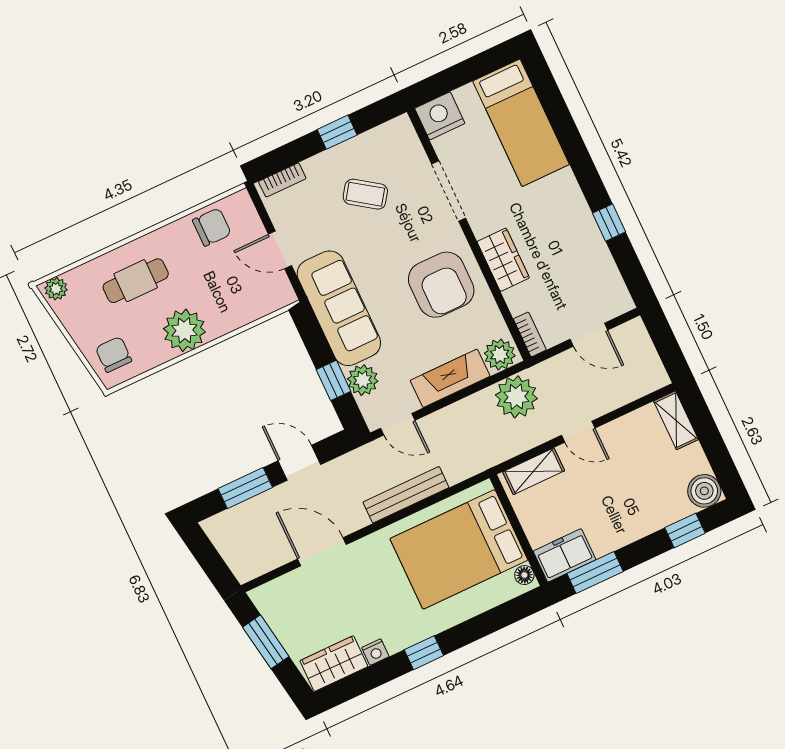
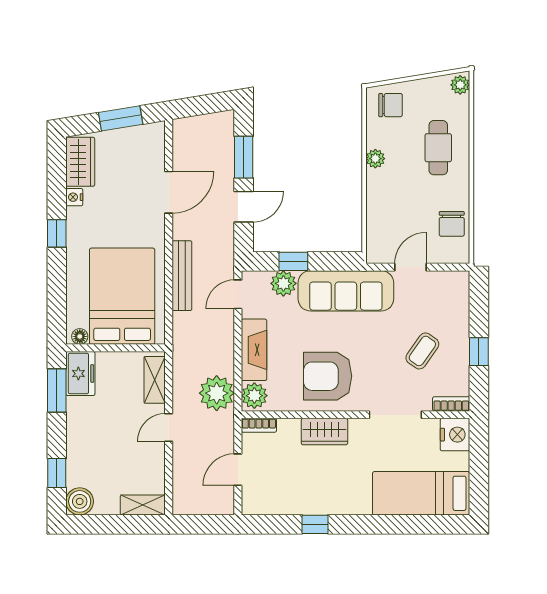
bookcase: (282, 180) -> (451, 404), moved, turned 90
plant: (184, 330) -> (375, 159), width x0.53, depth x0.53

